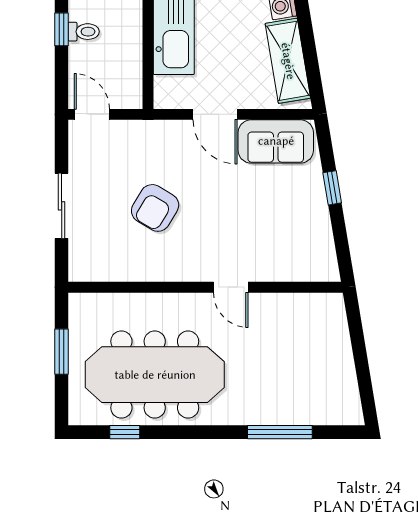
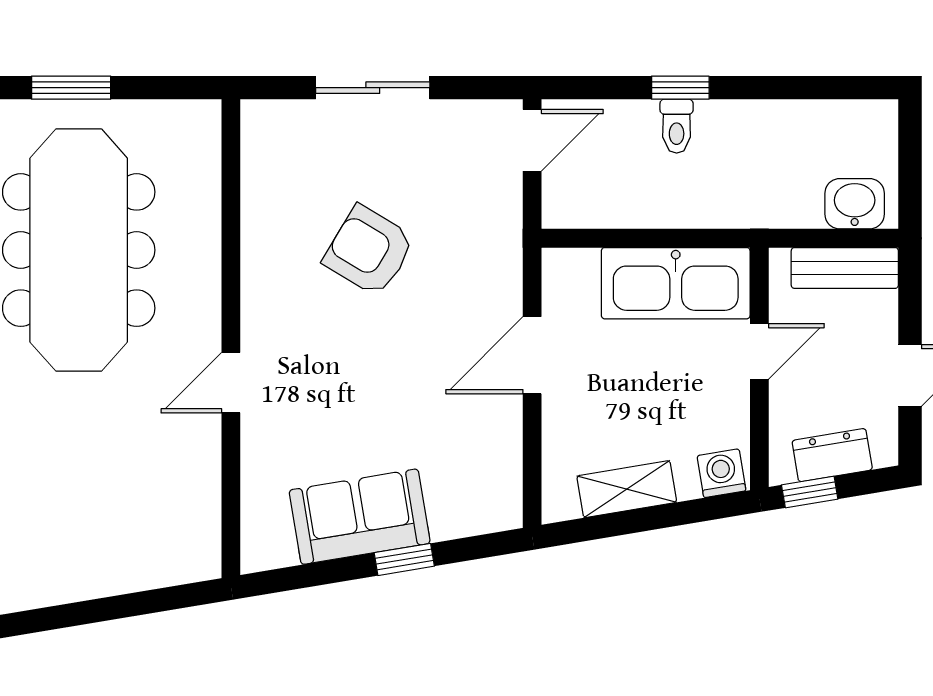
shelving: (288, 61) -> (627, 489), width x0.67, depth x0.75
sofa: (276, 141) -> (360, 517), moved, turned 81
window: (62, 352) -> (71, 88), moved

